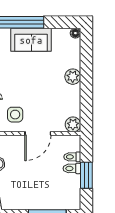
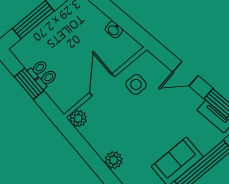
toilet: (72, 157) -> (38, 69), moved

